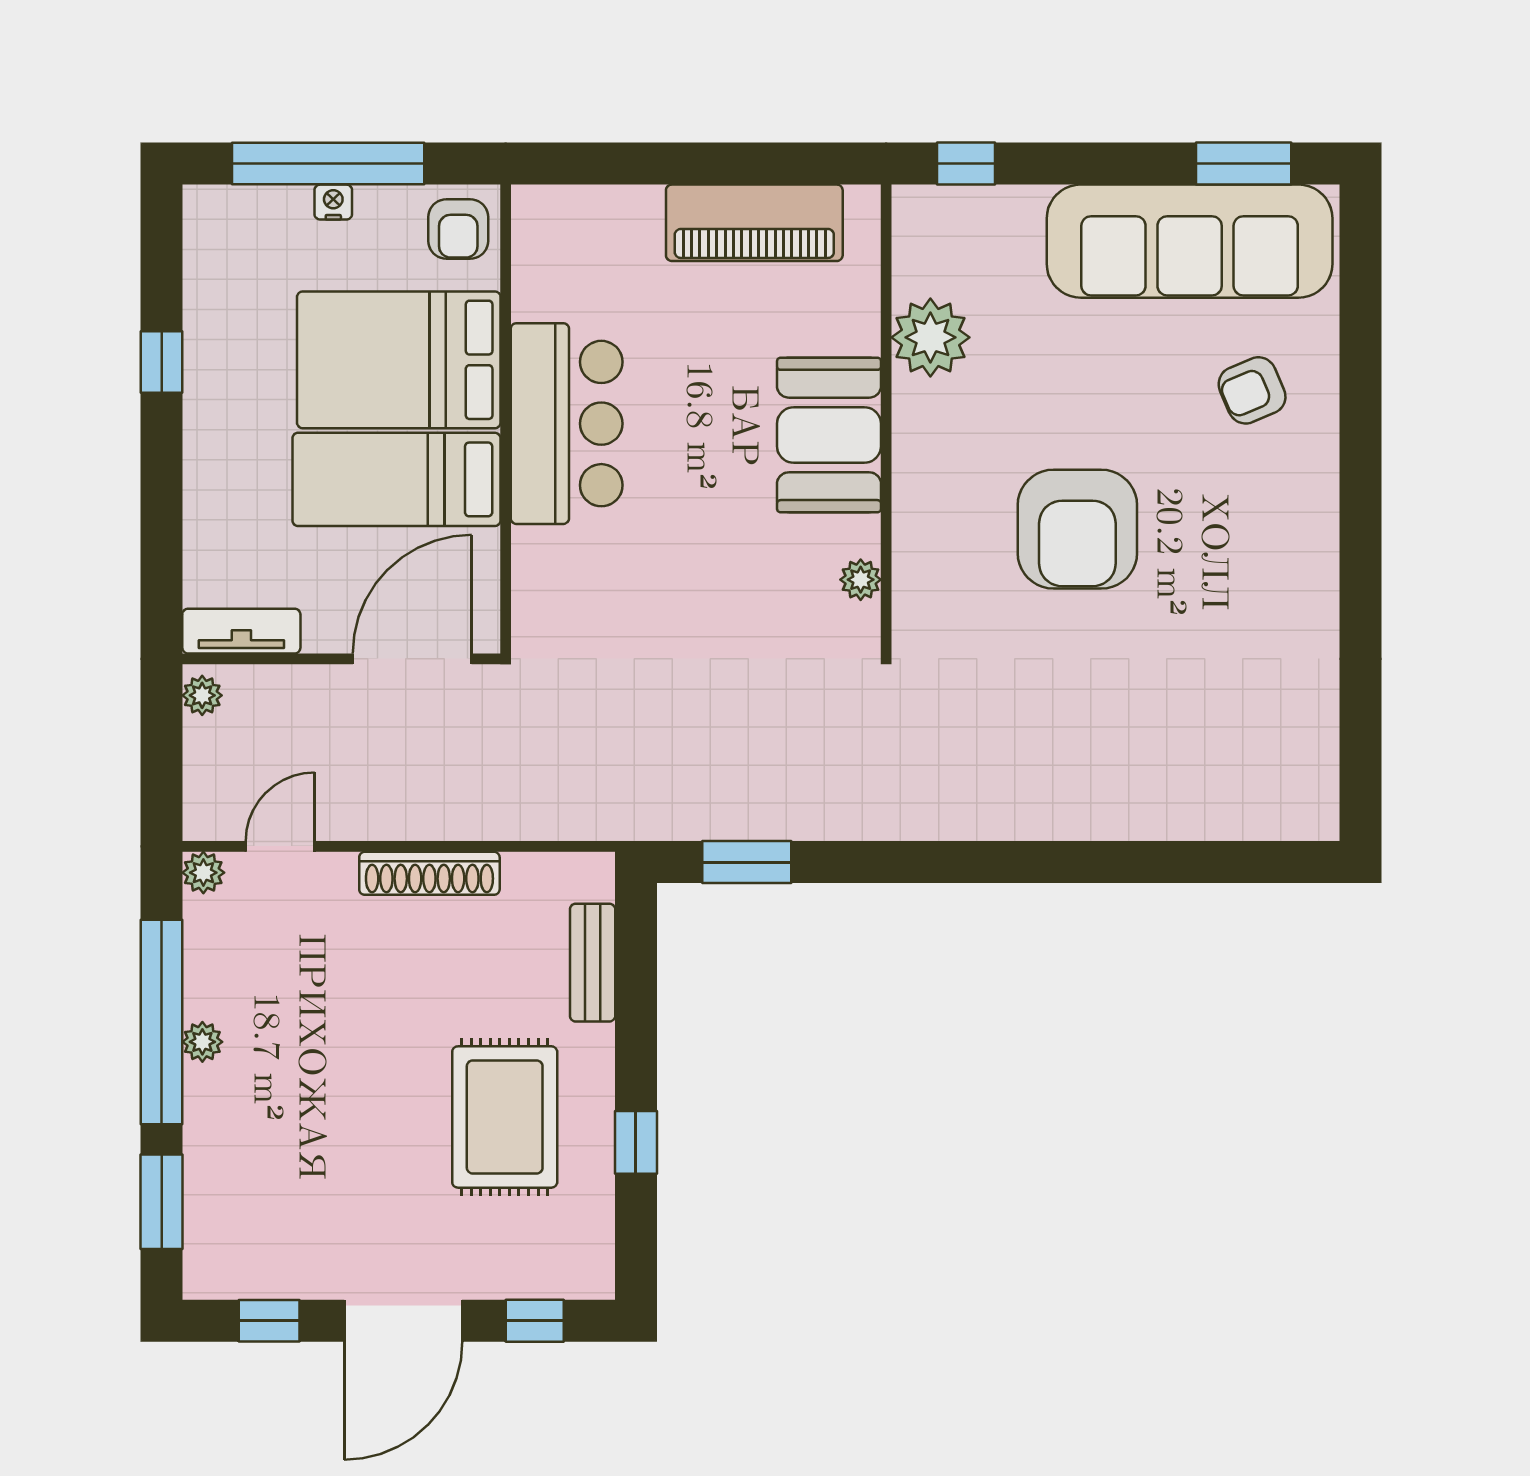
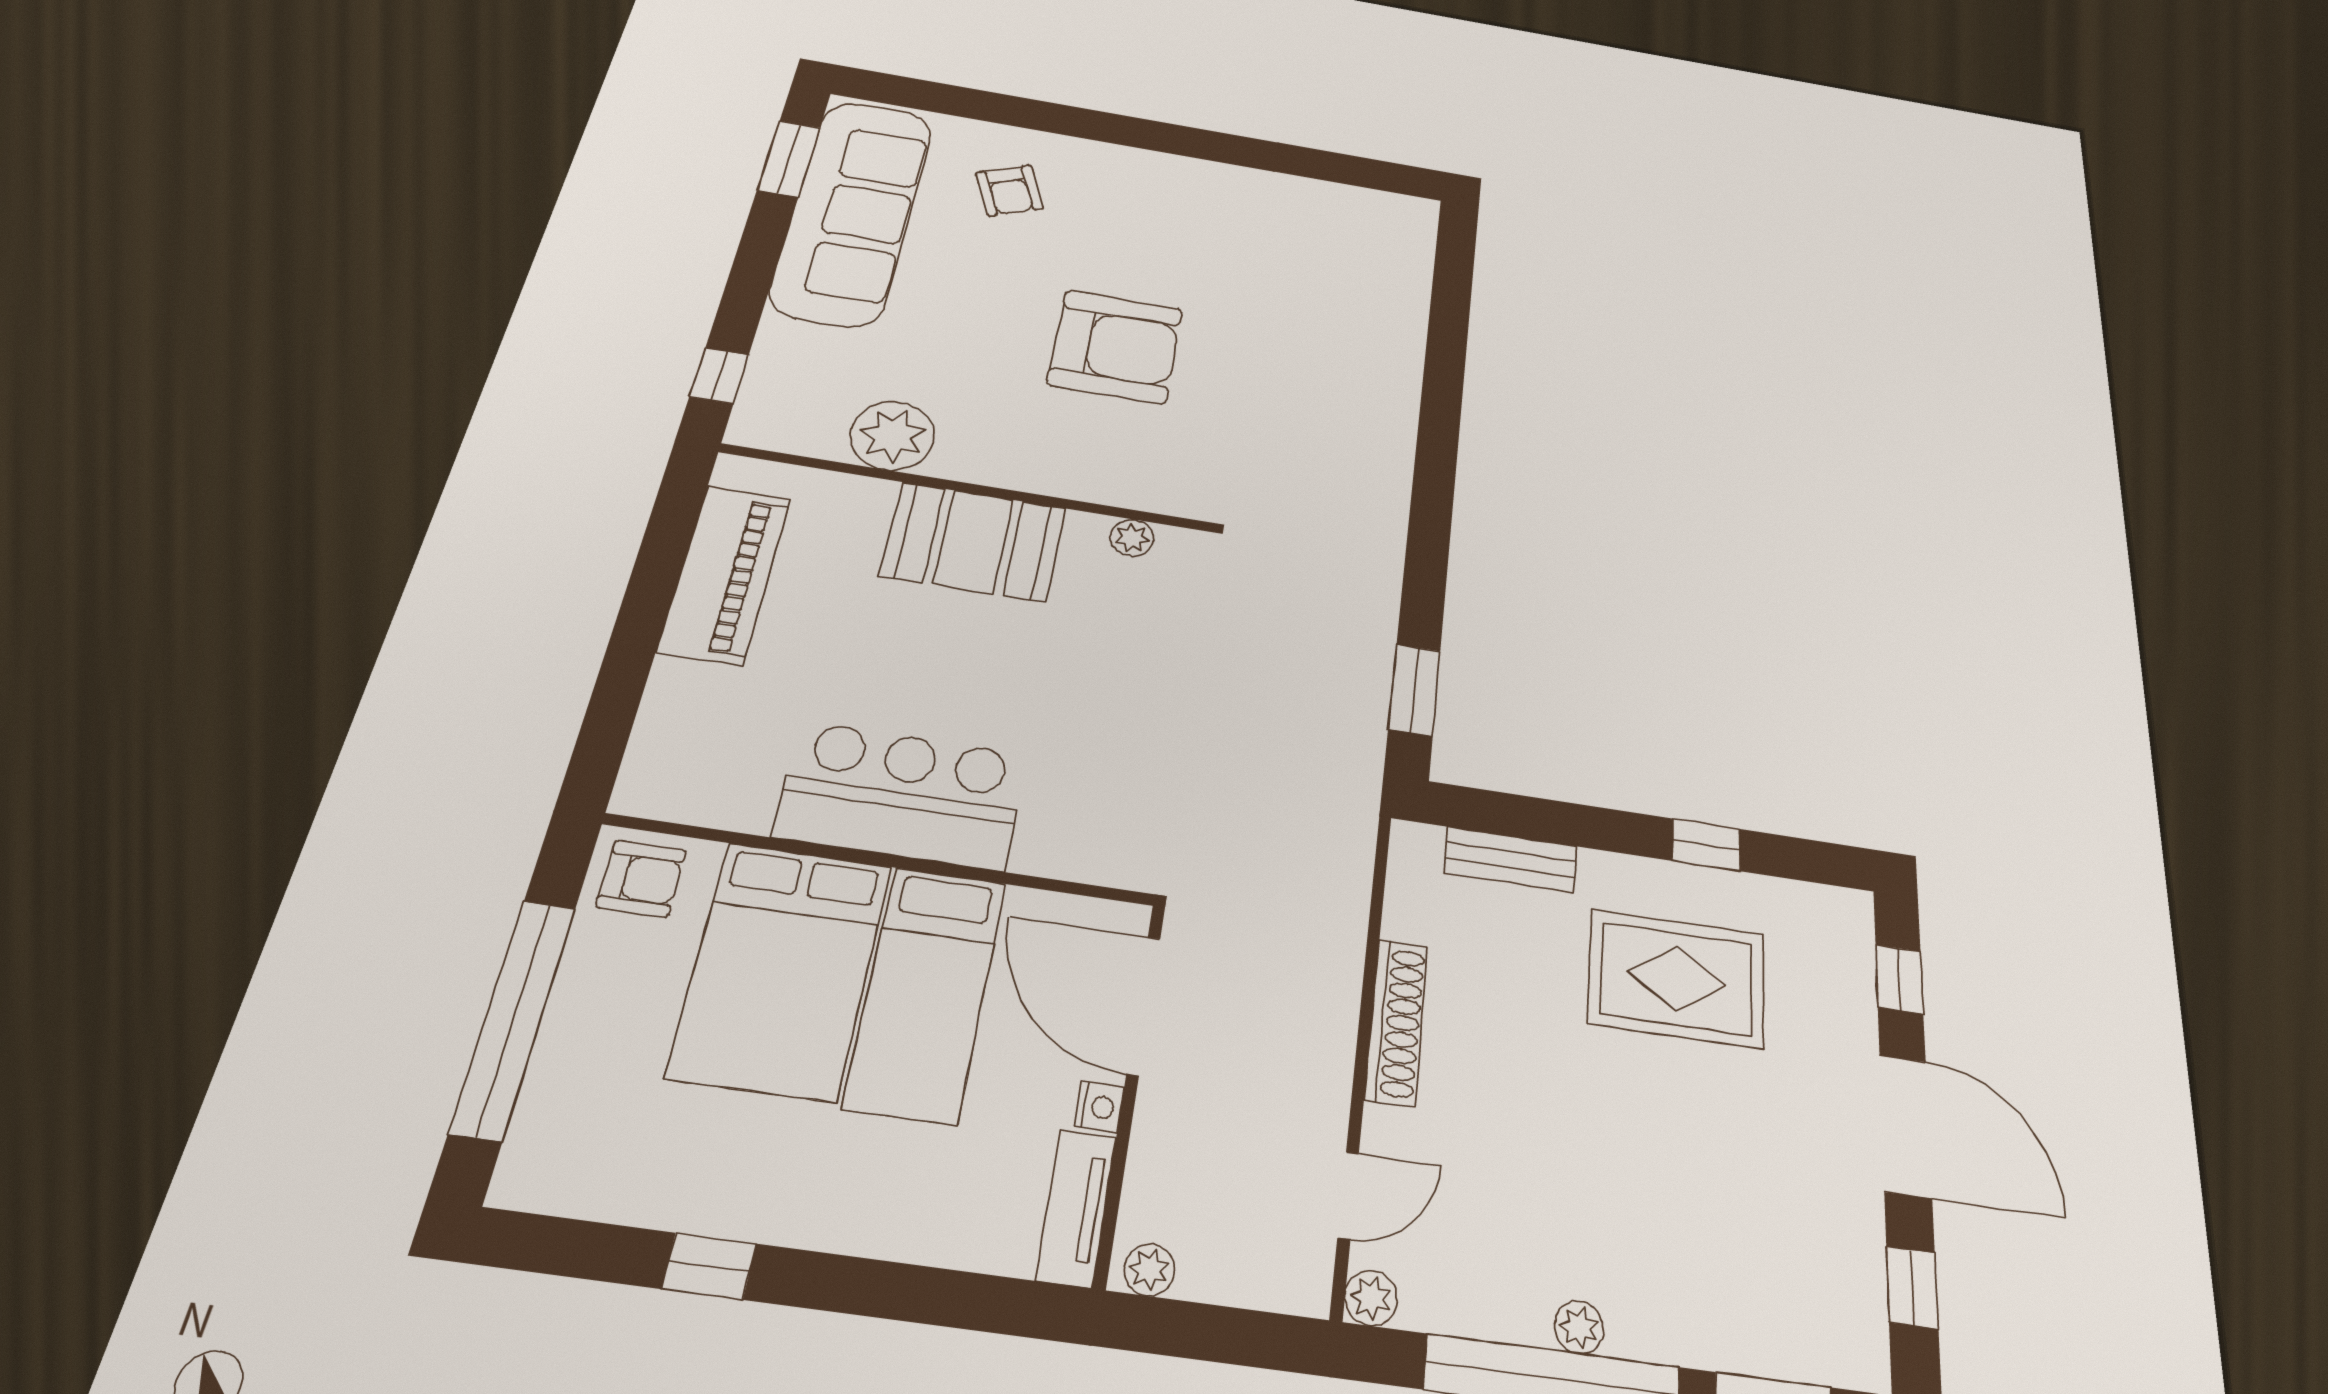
nightstand: (333, 202) -> (1099, 1107), moved, turned 180
door: (280, 846) -> (1348, 1195), swing flipped

